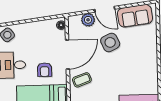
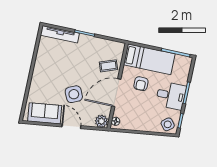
plant: (88, 20) -> (101, 121), moved
armchair: (45, 70) -> (141, 84), turned 180

